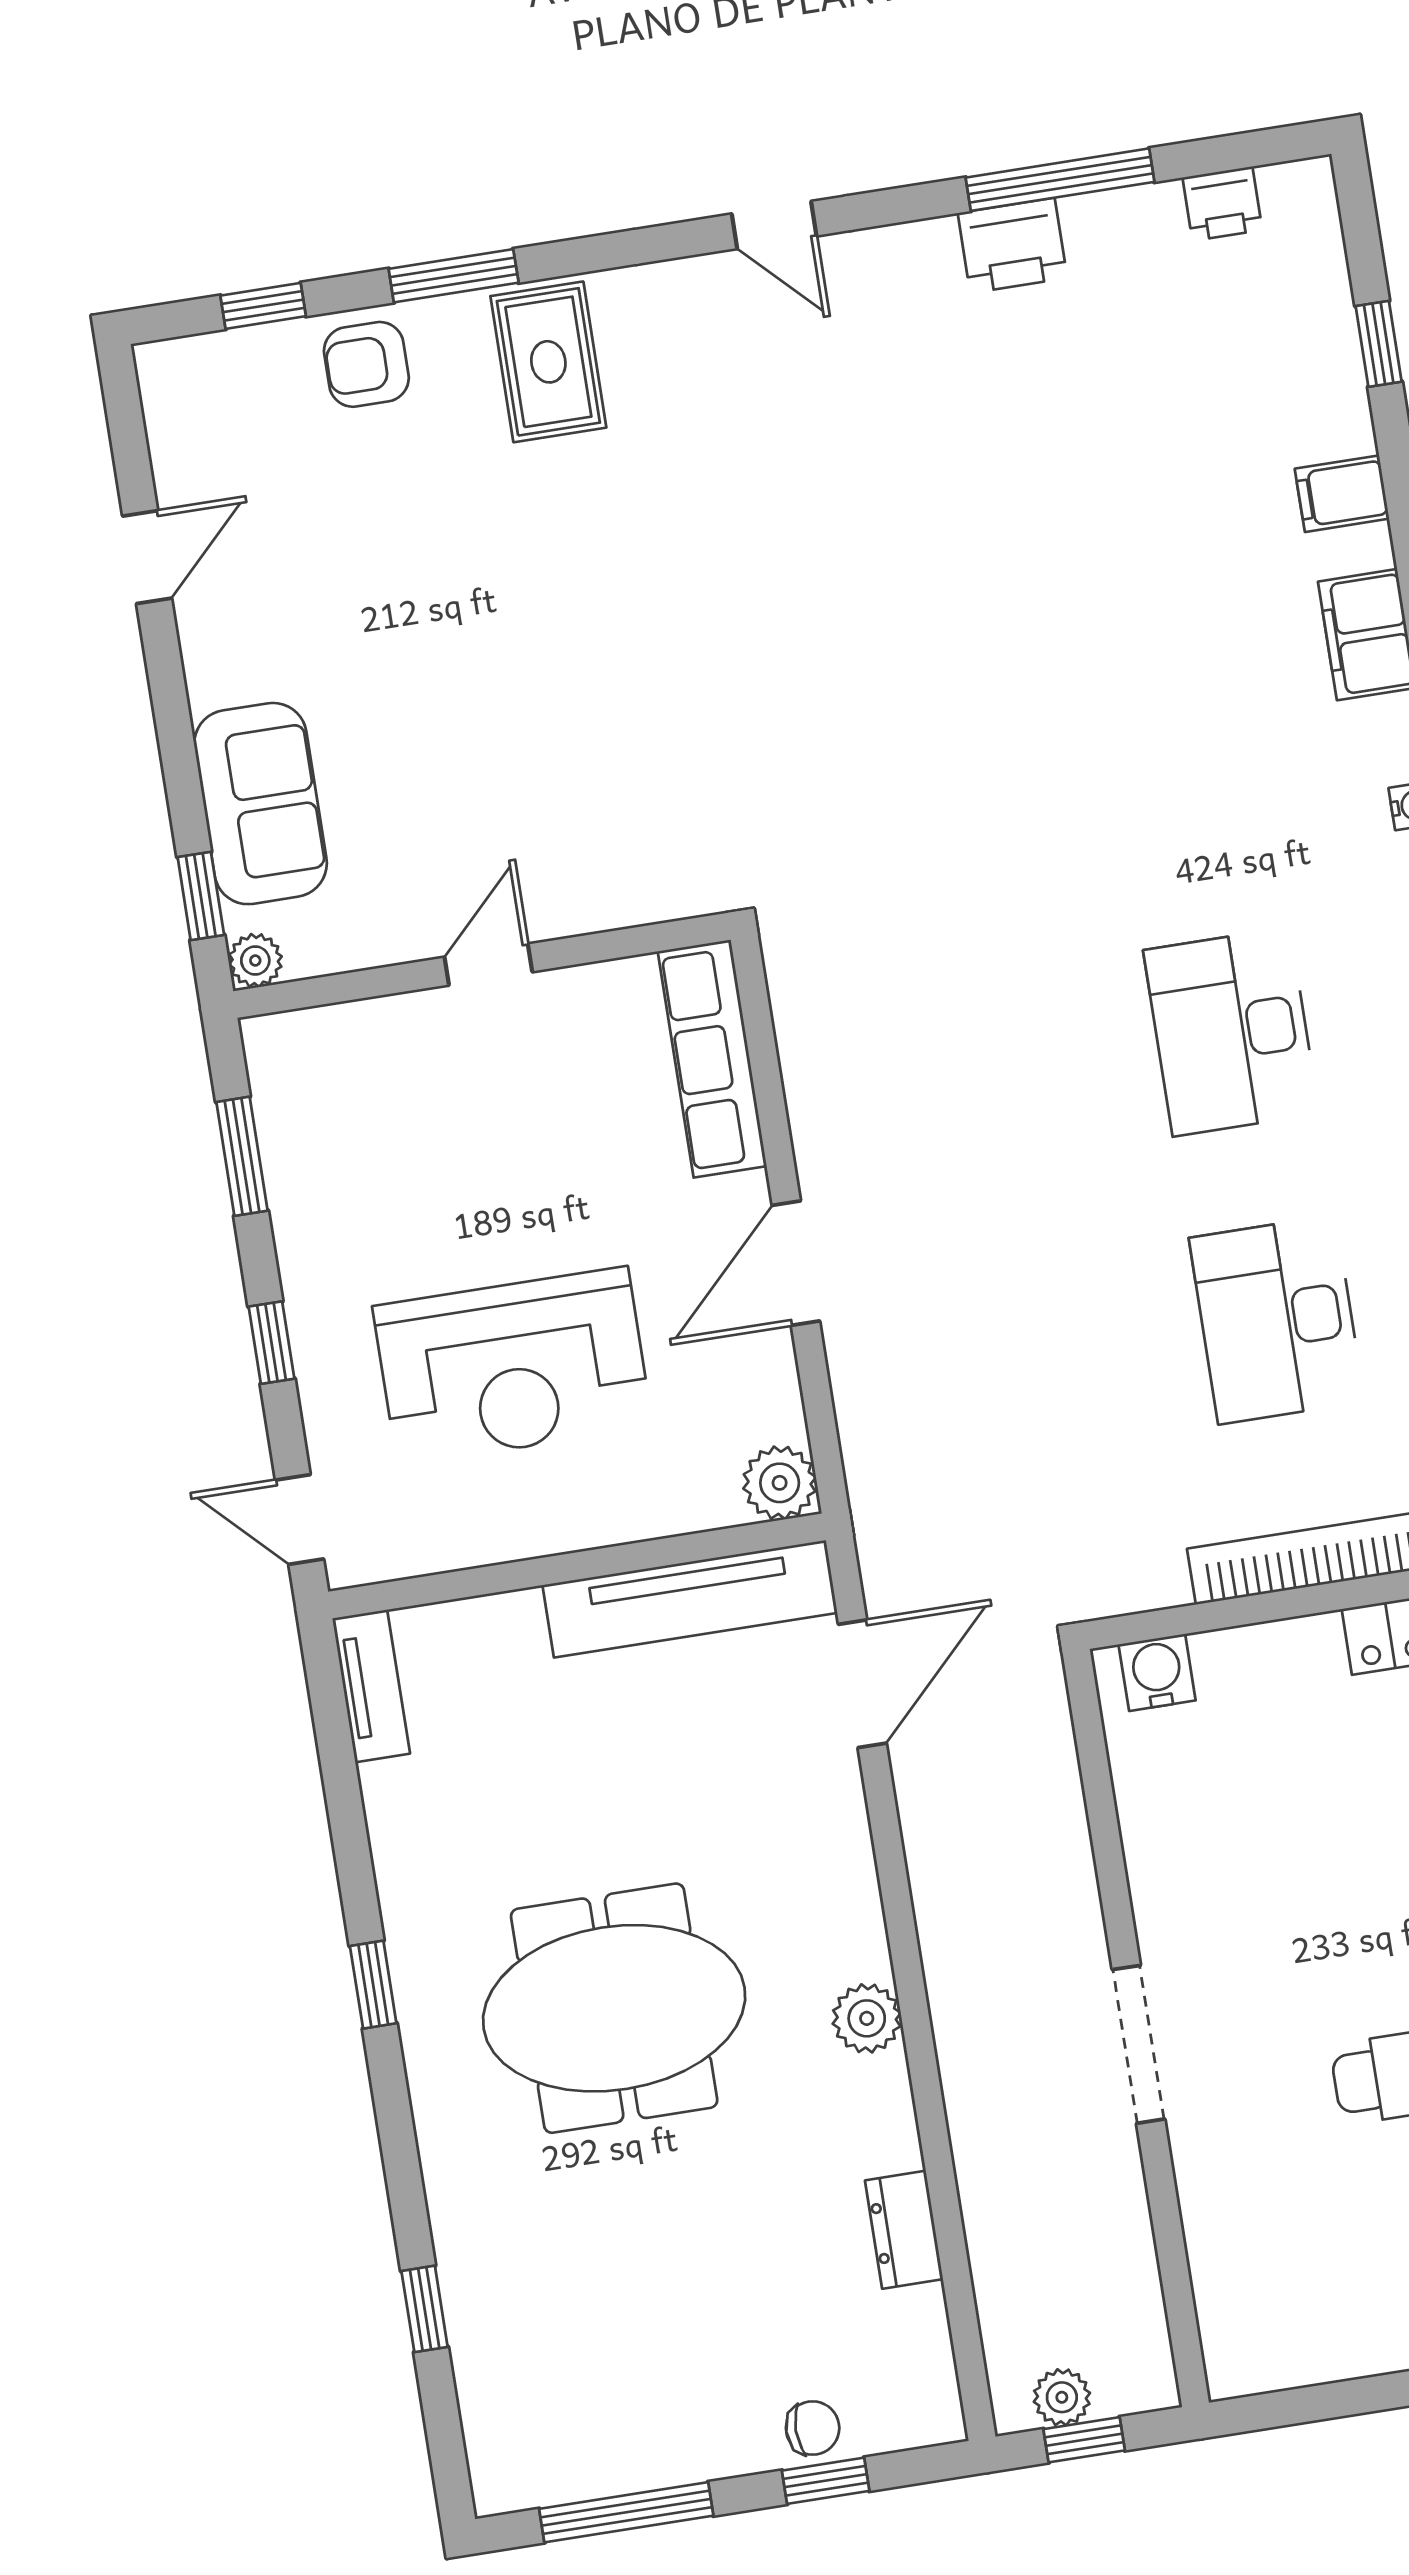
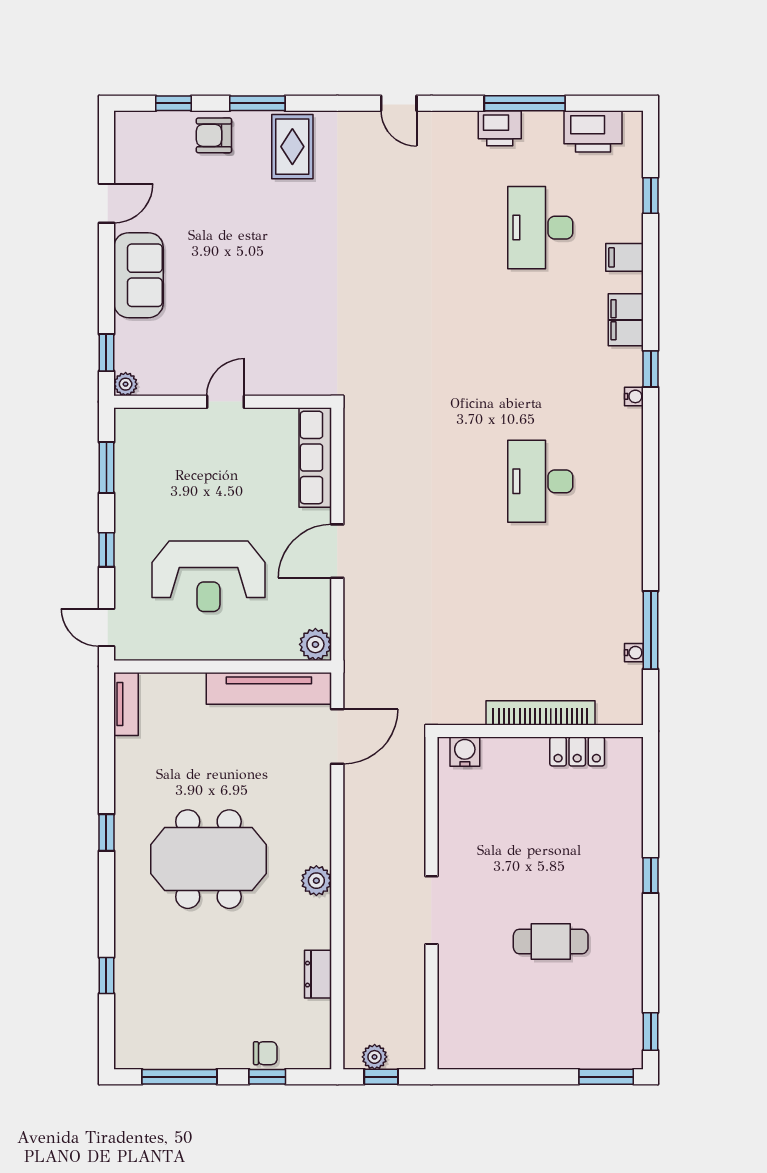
printer: (1222, 204) -> (593, 131), width x1.87, depth x1.48
sofa: (261, 804) -> (138, 275), moved
desk: (1277, 1320) -> (540, 228), moved

